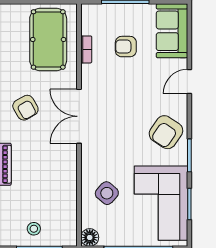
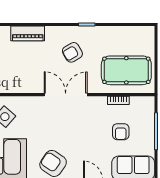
armchair: (126, 47) -> (121, 132), turned 180

